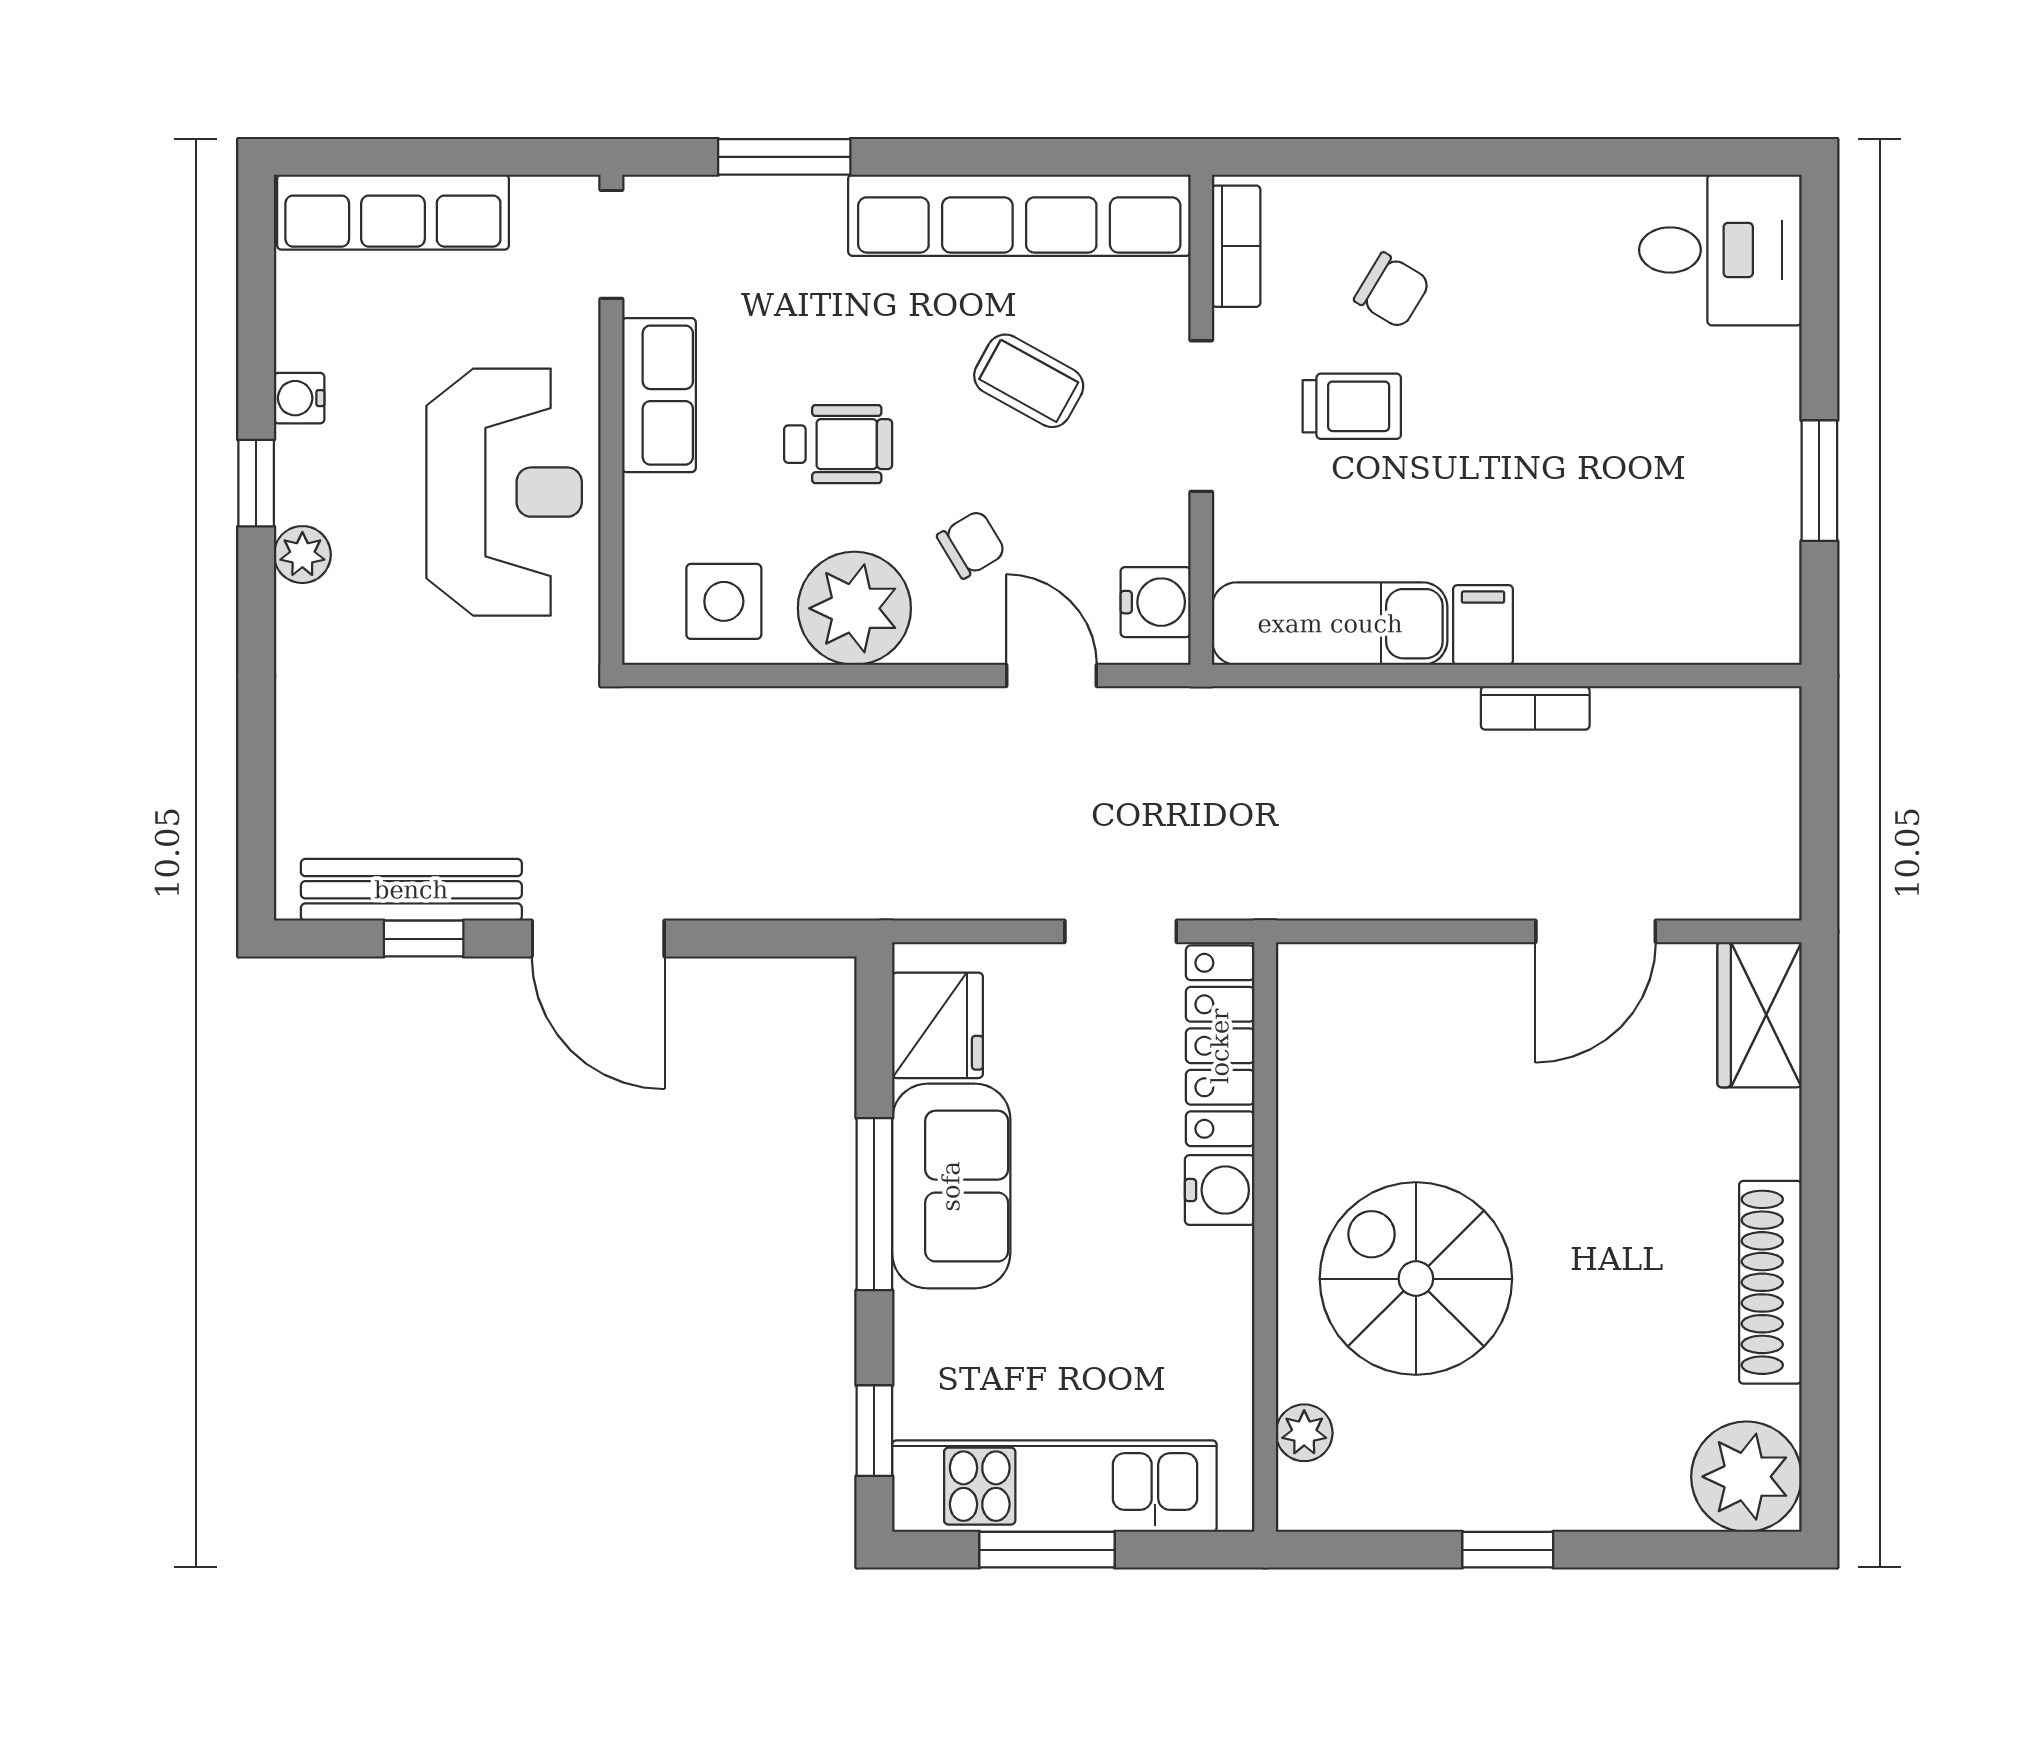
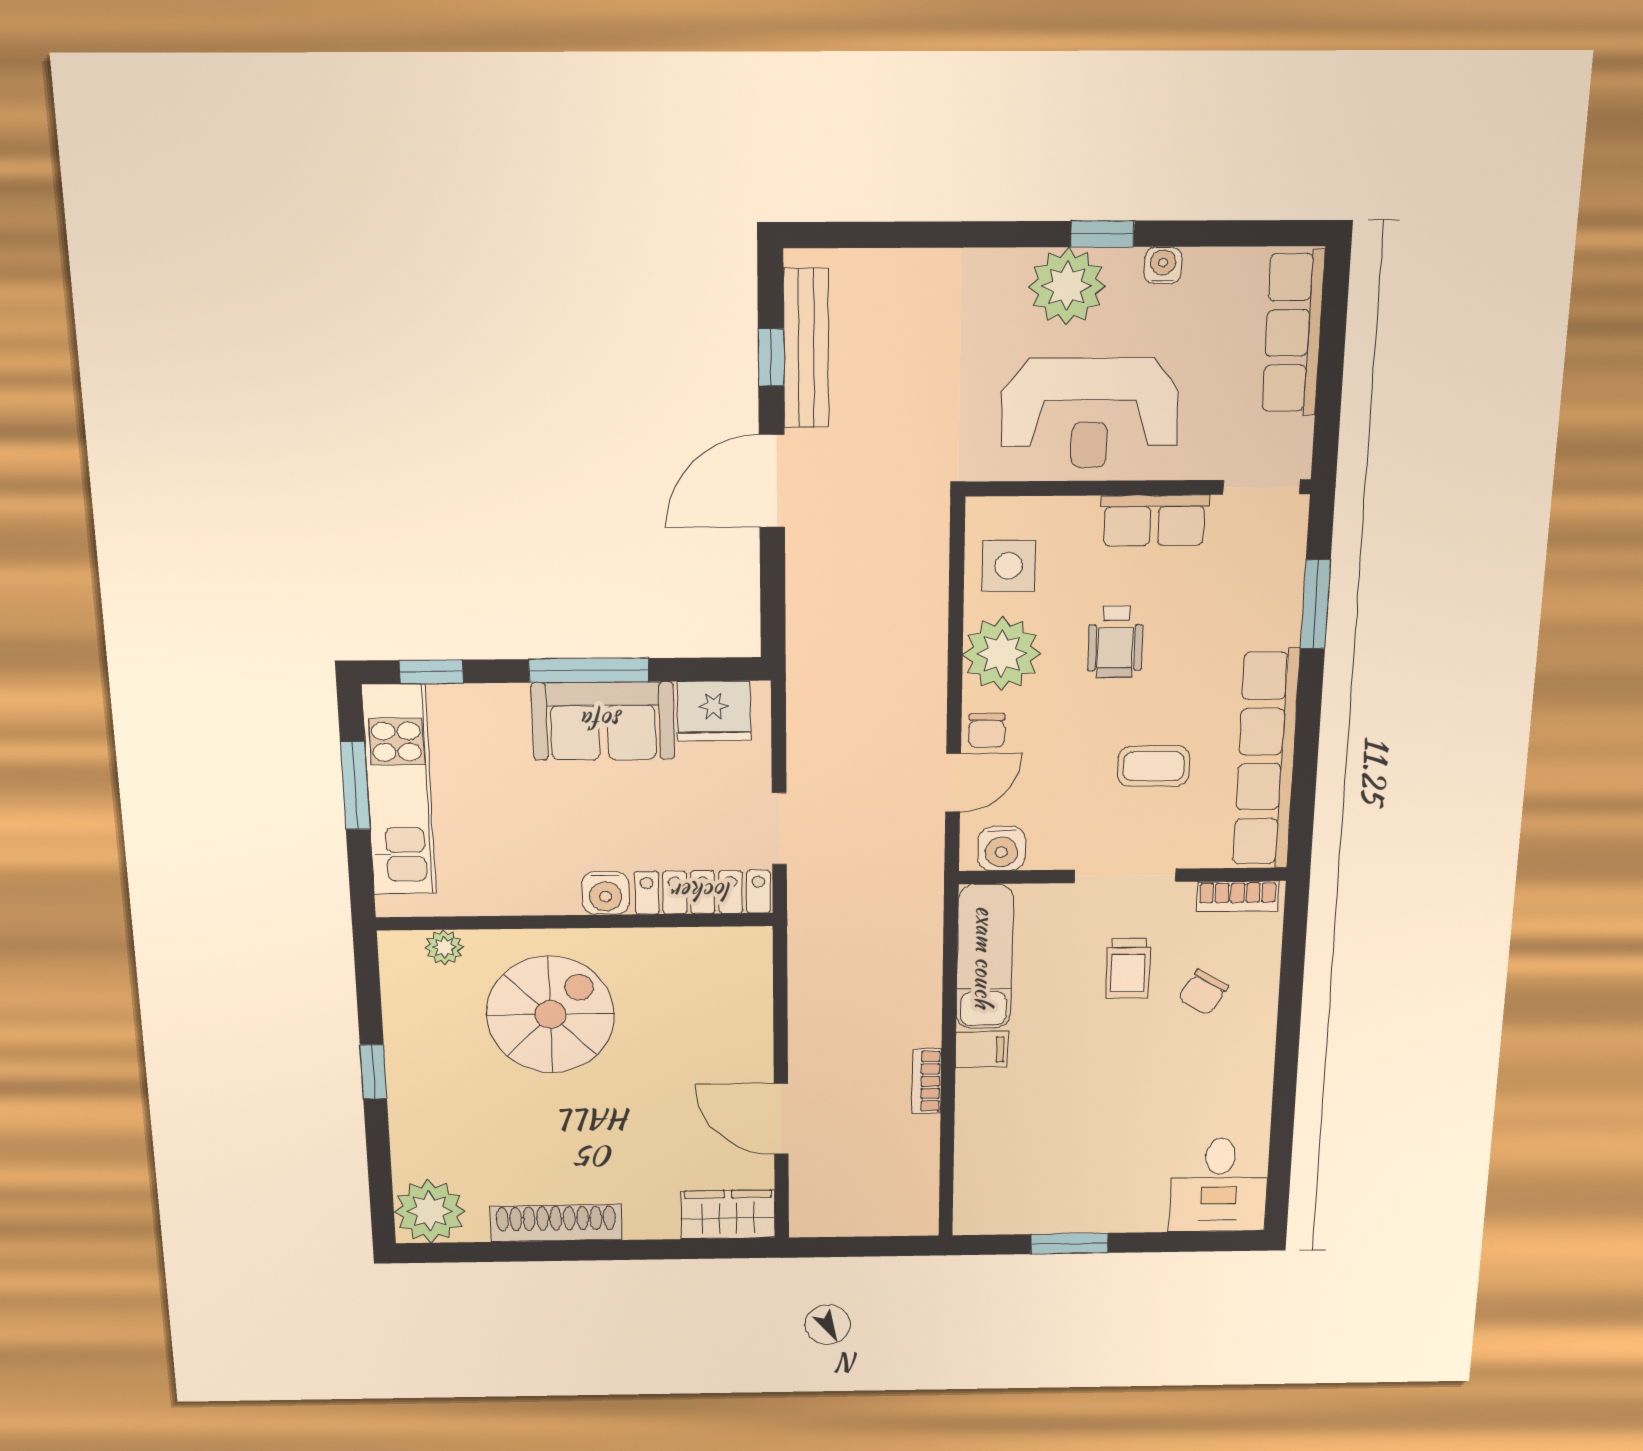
coffee table: (1029, 381) -> (1154, 766), turned 61
chair: (971, 544) -> (987, 731), moved, turned 31
plant: (302, 555) -> (1067, 286), width x1.87, depth x1.87

